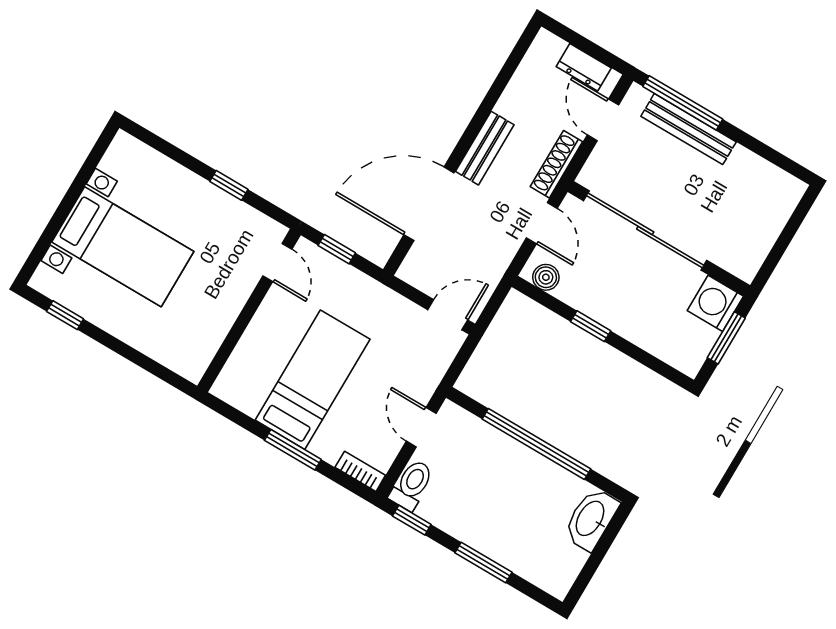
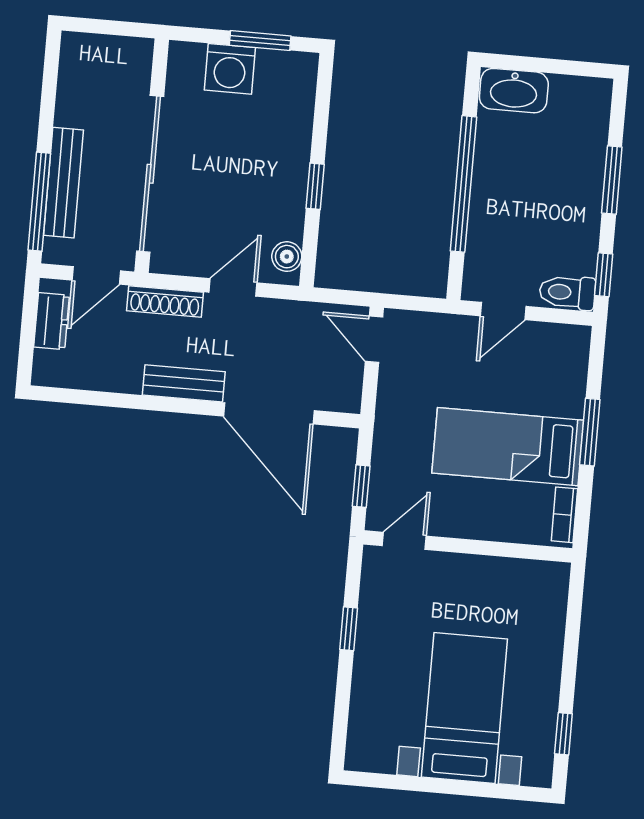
sliding door: (645, 230) -> (150, 174), moved
wall: (659, 239) -> (152, 156), moved
bookcase: (360, 471) -> (564, 515), moved

